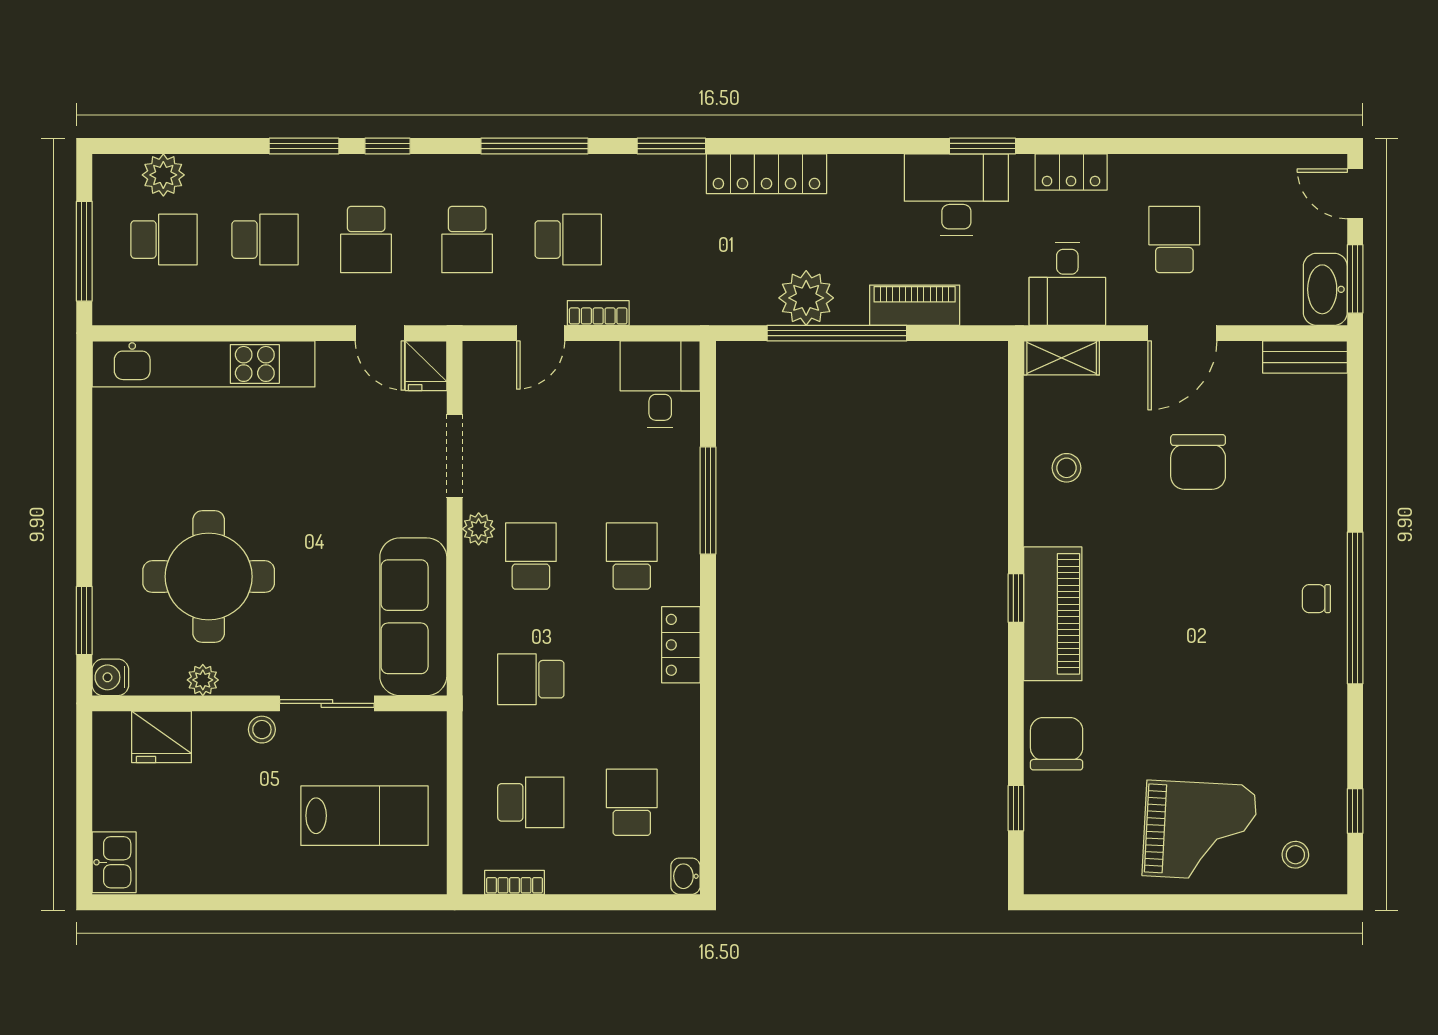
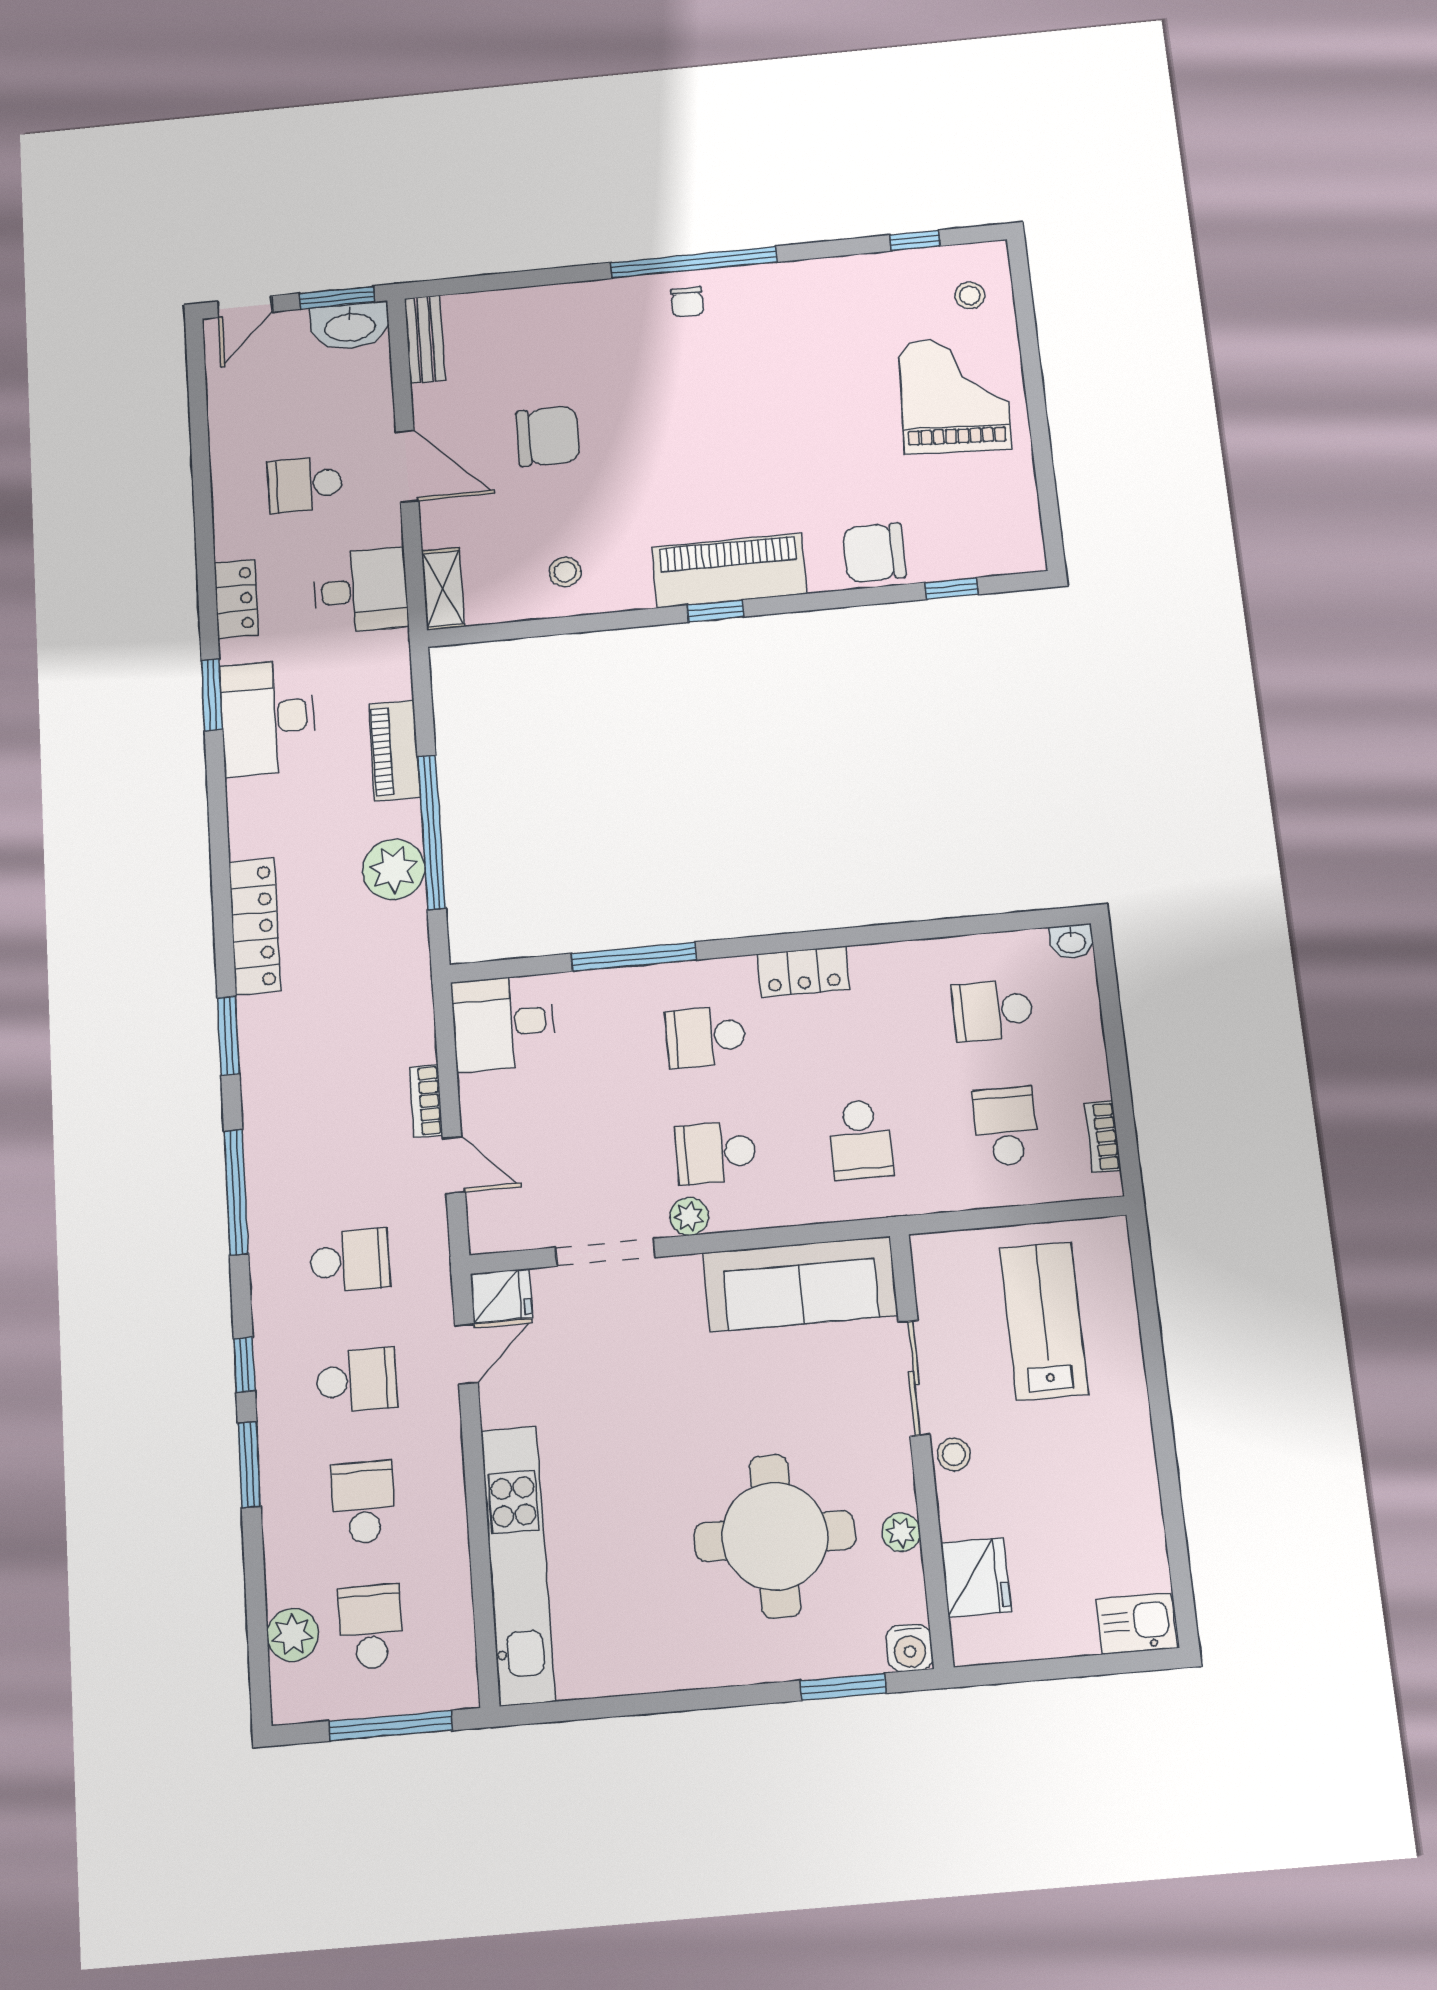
school desk: (568, 240) -> (343, 1143), removed

